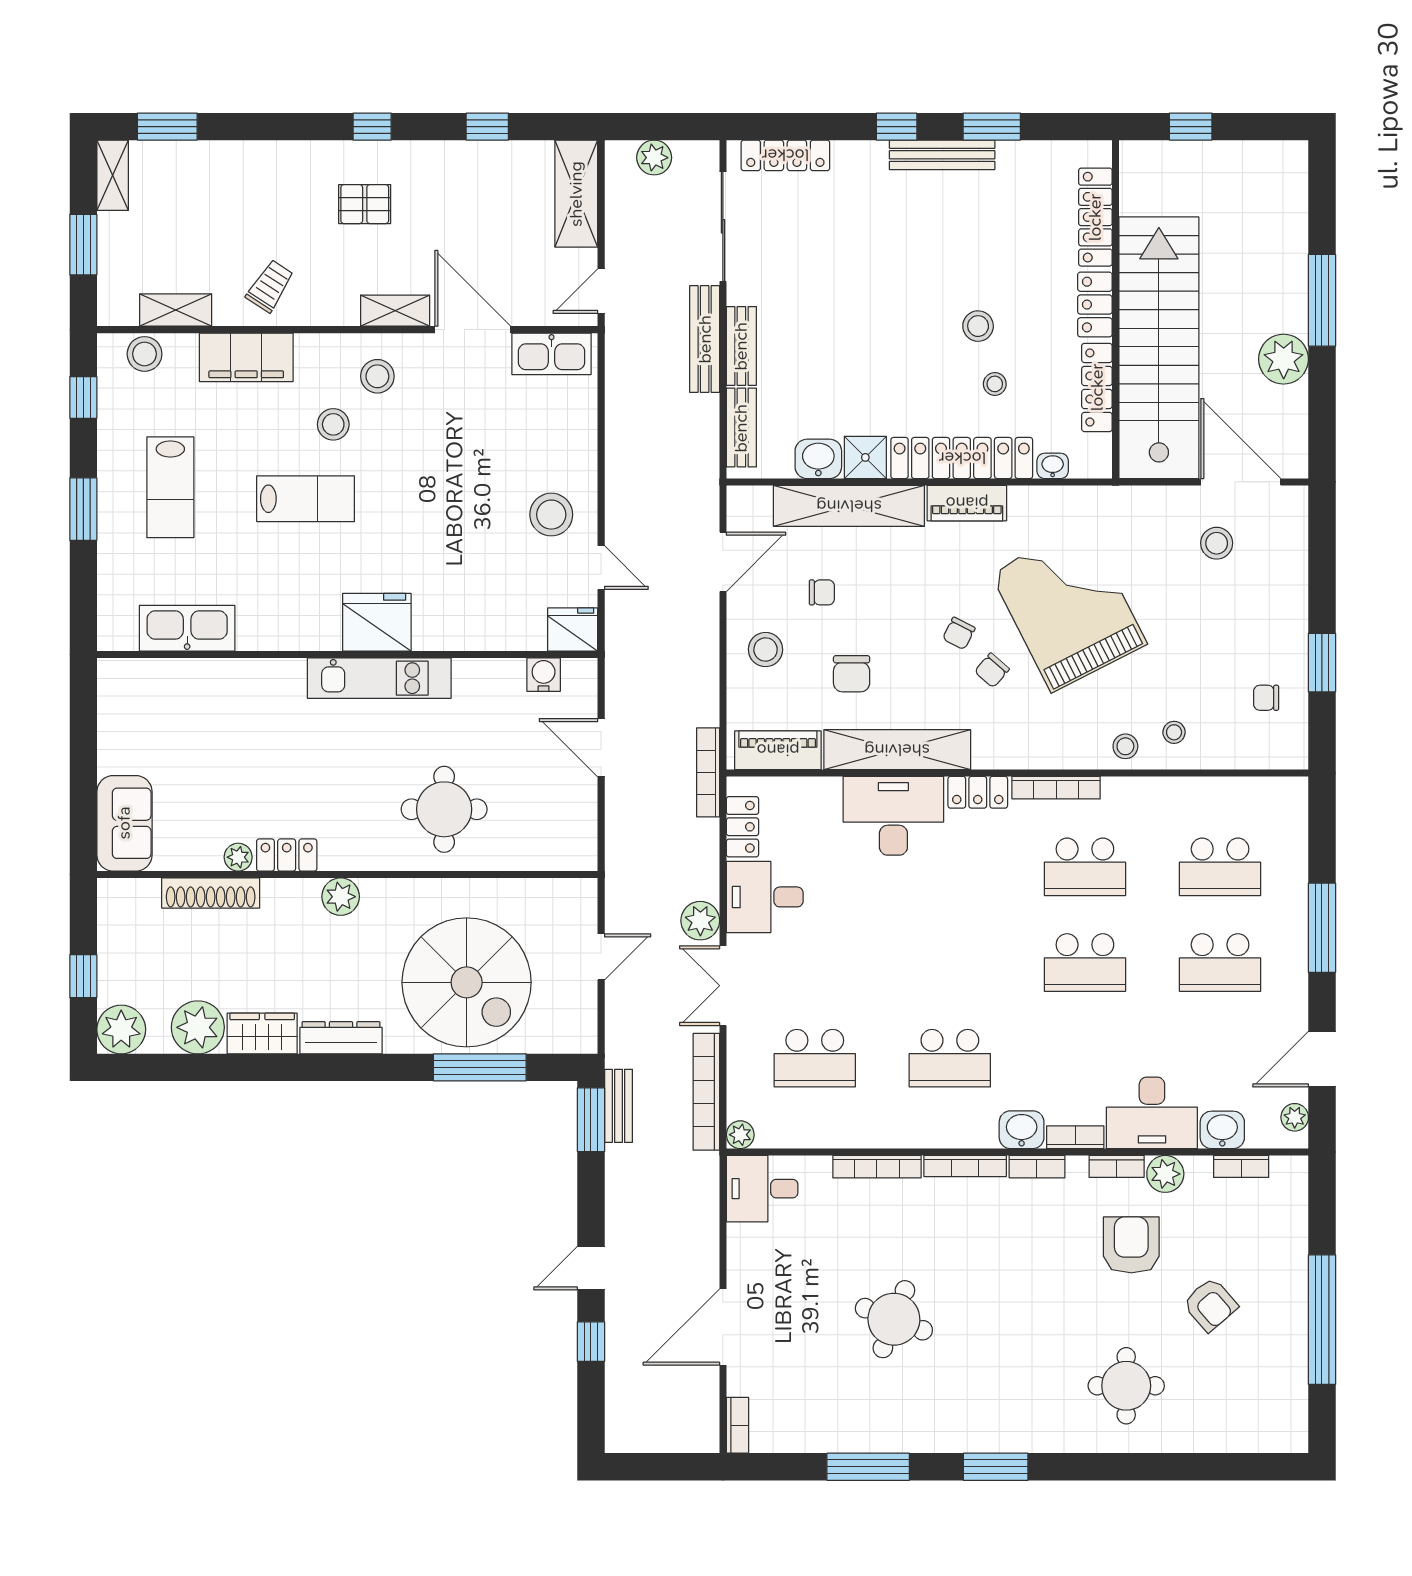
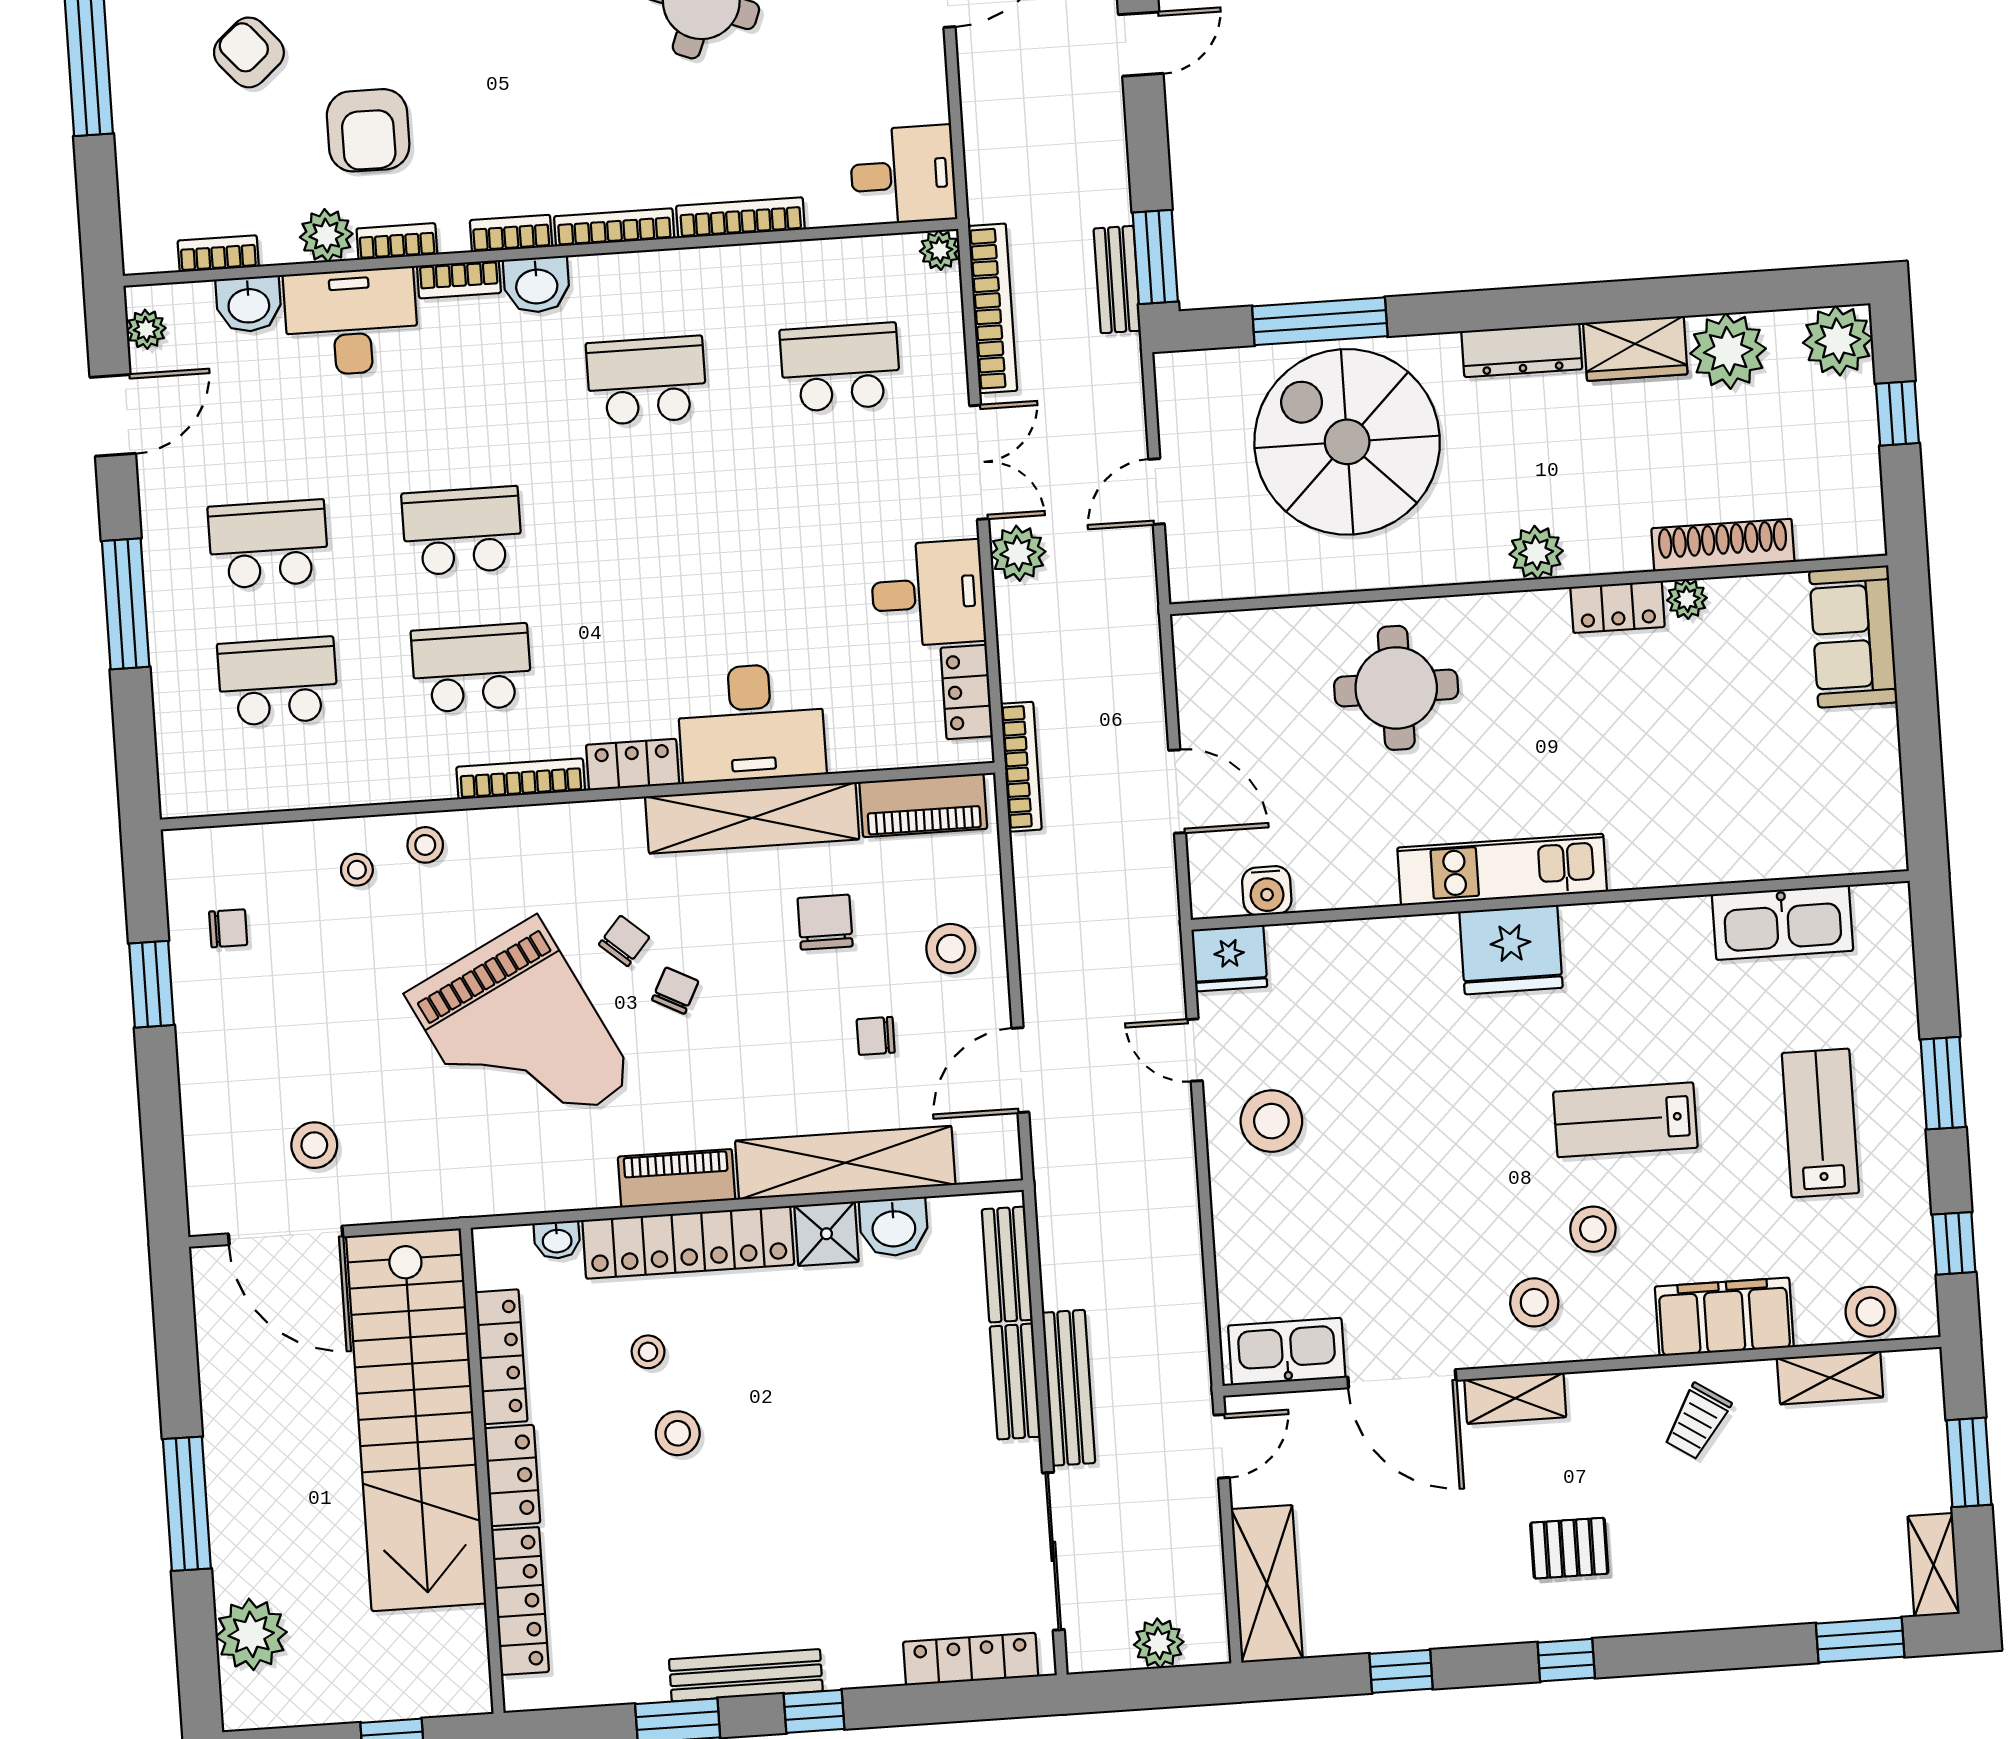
plant: (1284, 359) -> (251, 1634), moved

